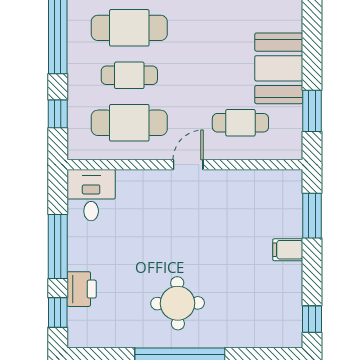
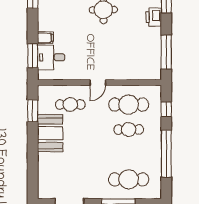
cafe table: (129, 28) -> (129, 154), removed
desk: (91, 195) -> (51, 57), moved, turned 90
window: (58, 246) -> (166, 52), moved

